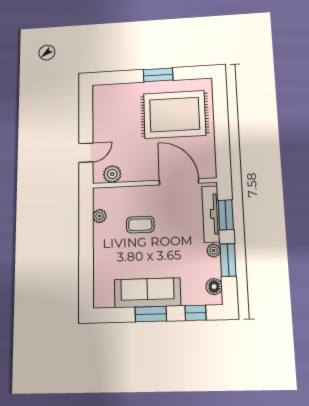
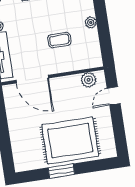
rug: (175, 114) -> (70, 140), moved
plant: (100, 216) -> (91, 22), moved

